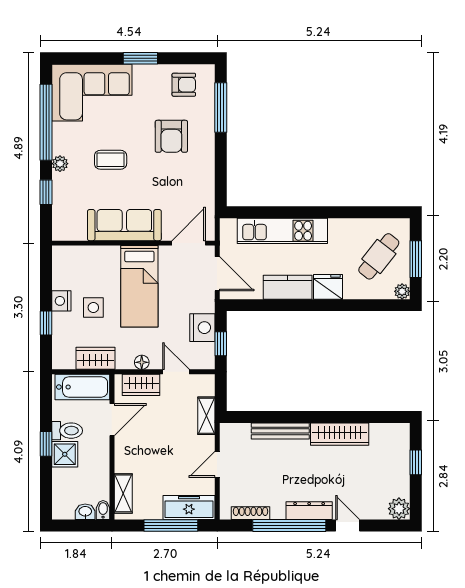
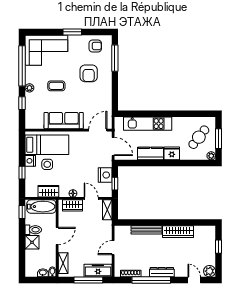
bed: (139, 286) -> (47, 145), moved, turned -90
shelving: (206, 416) -> (107, 210), moved
door: (112, 420) -> (57, 236), moved
window: (46, 444) -> (22, 212), moved
door: (348, 525) -> (194, 280), moved

